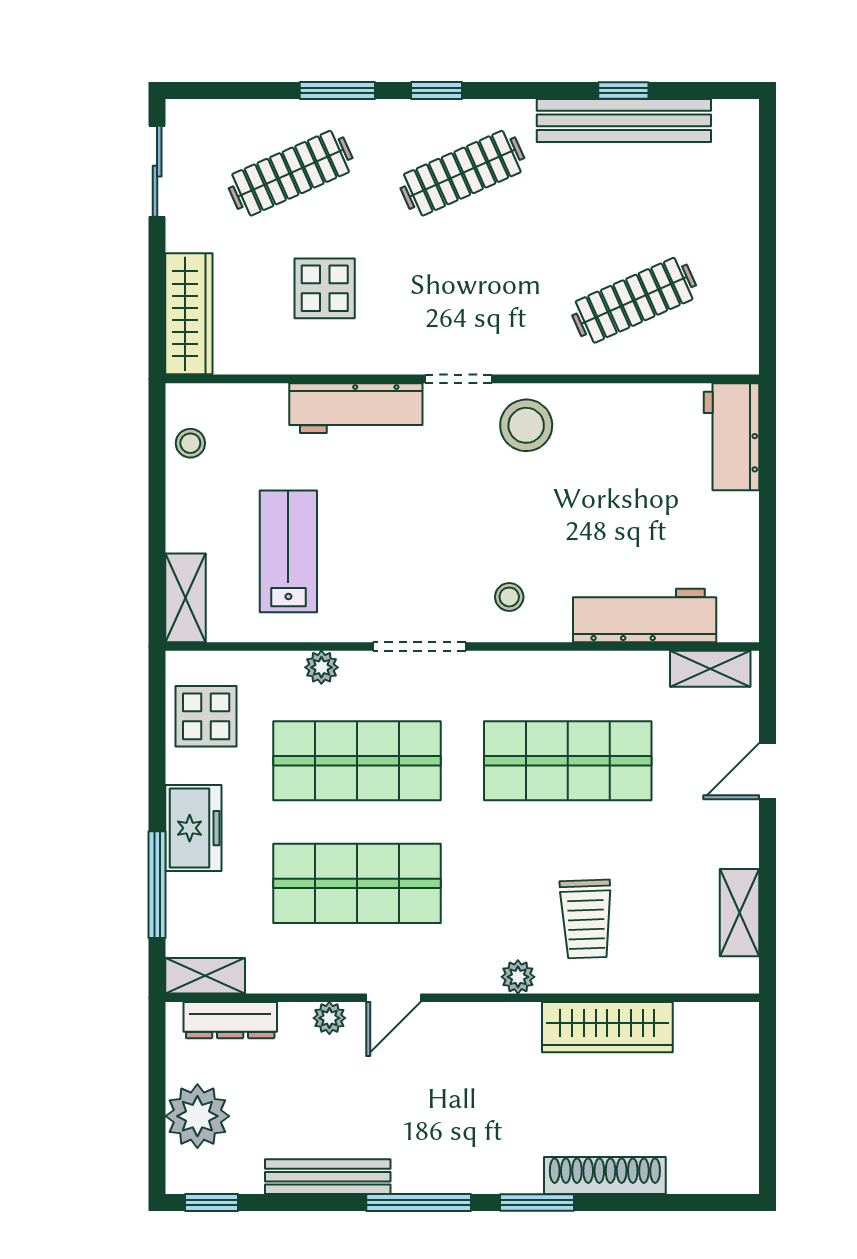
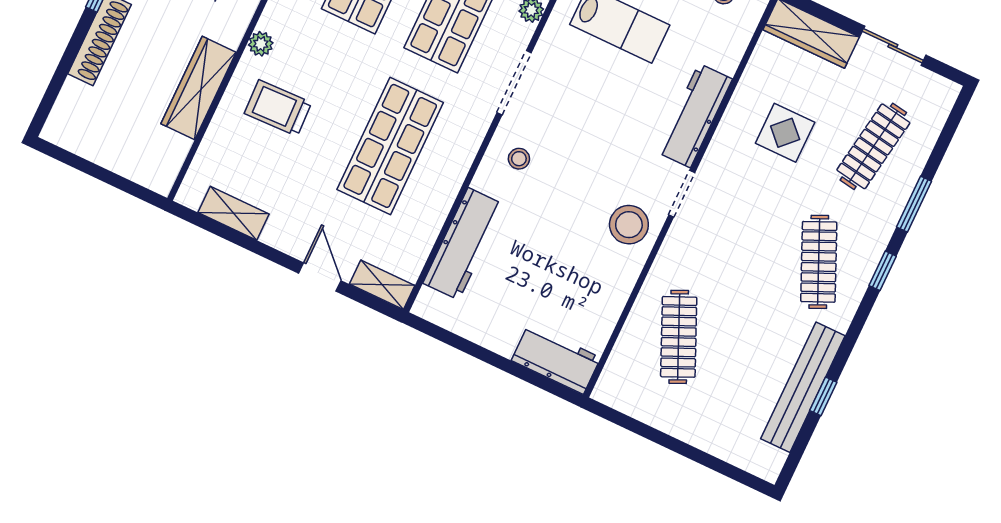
sliding door: (157, 171) -> (893, 46), moved
clothes rail: (291, 173) -> (873, 146), turned 33
shelving: (710, 669) -> (382, 285), moved, turned 90

